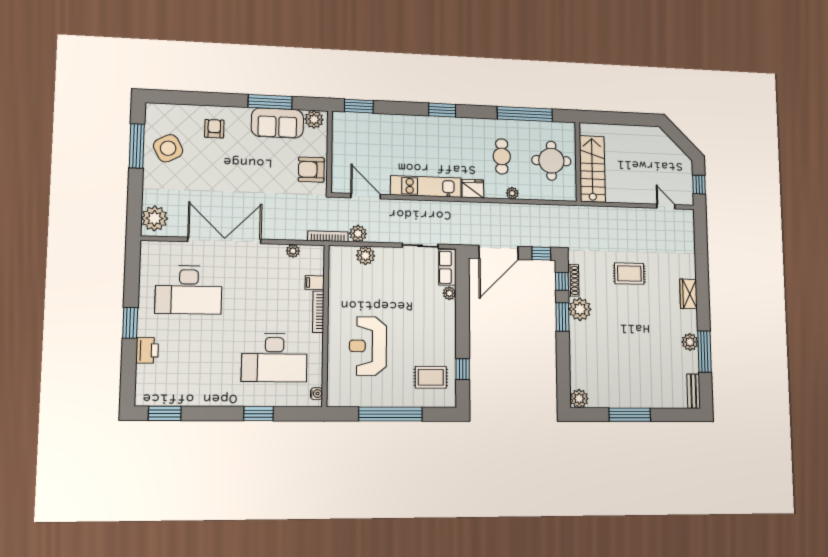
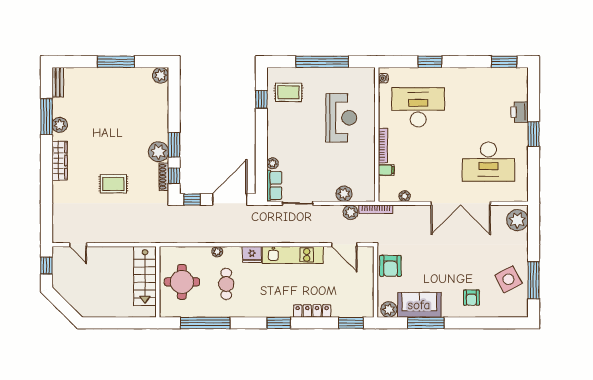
locker: (404, 122) -> (312, 311), added
armchair: (311, 170) -> (390, 266), turned 90
desk: (189, 290) -> (488, 162), turned 180
wardrobe: (688, 294) -> (60, 161), width x1.50

